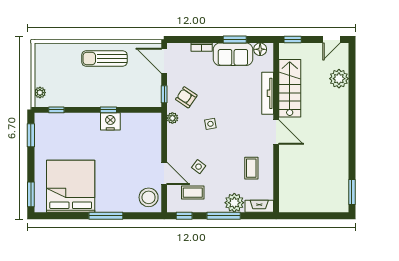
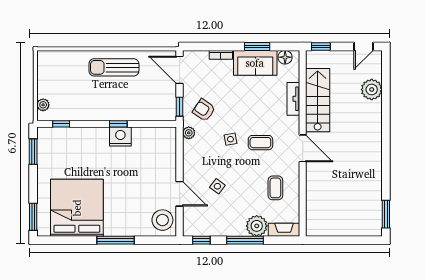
tv unit: (268, 93) -> (293, 99), width x0.71
coffee table: (193, 193) -> (260, 143), moved

